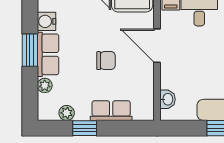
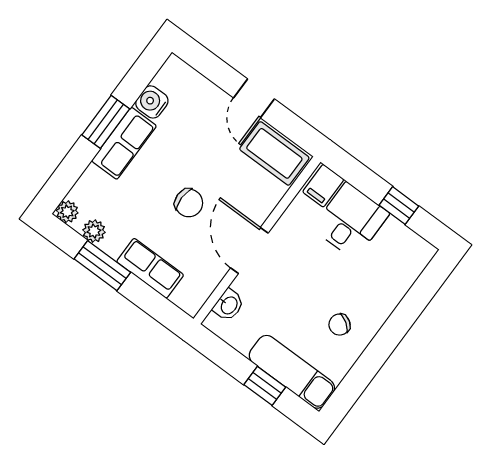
door: (157, 46) -> (249, 251), moved
plant: (45, 85) -> (67, 212), moved
window: (85, 128) -> (102, 266), width x1.50

